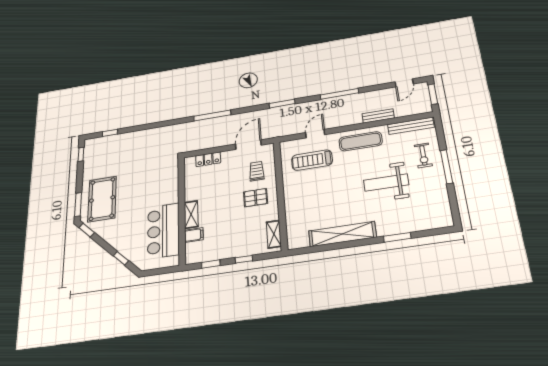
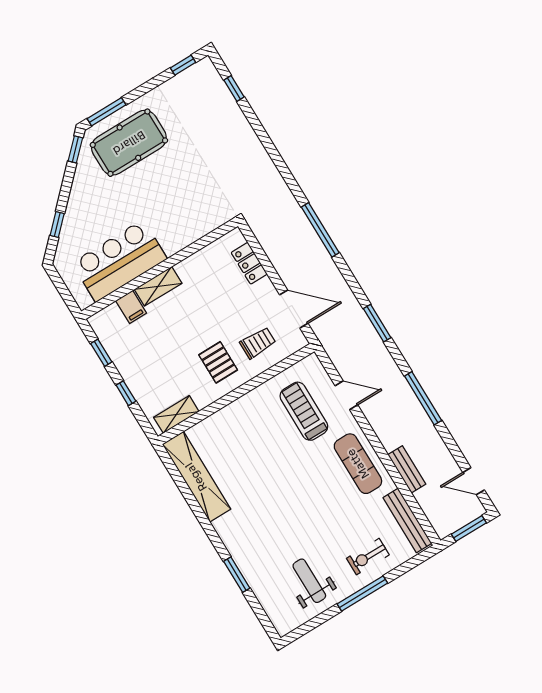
weight bench: (386, 182) -> (309, 581), moved, width x0.73, depth x0.75
shelving: (342, 234) -> (196, 477), moved

